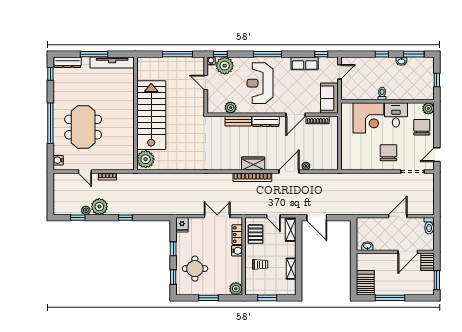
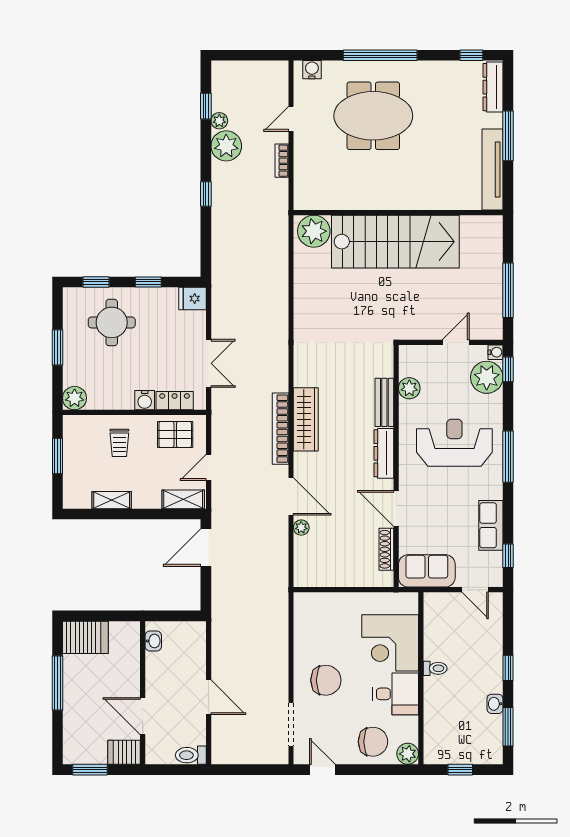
wardrobe: (253, 164) -> (306, 419), width x1.50

